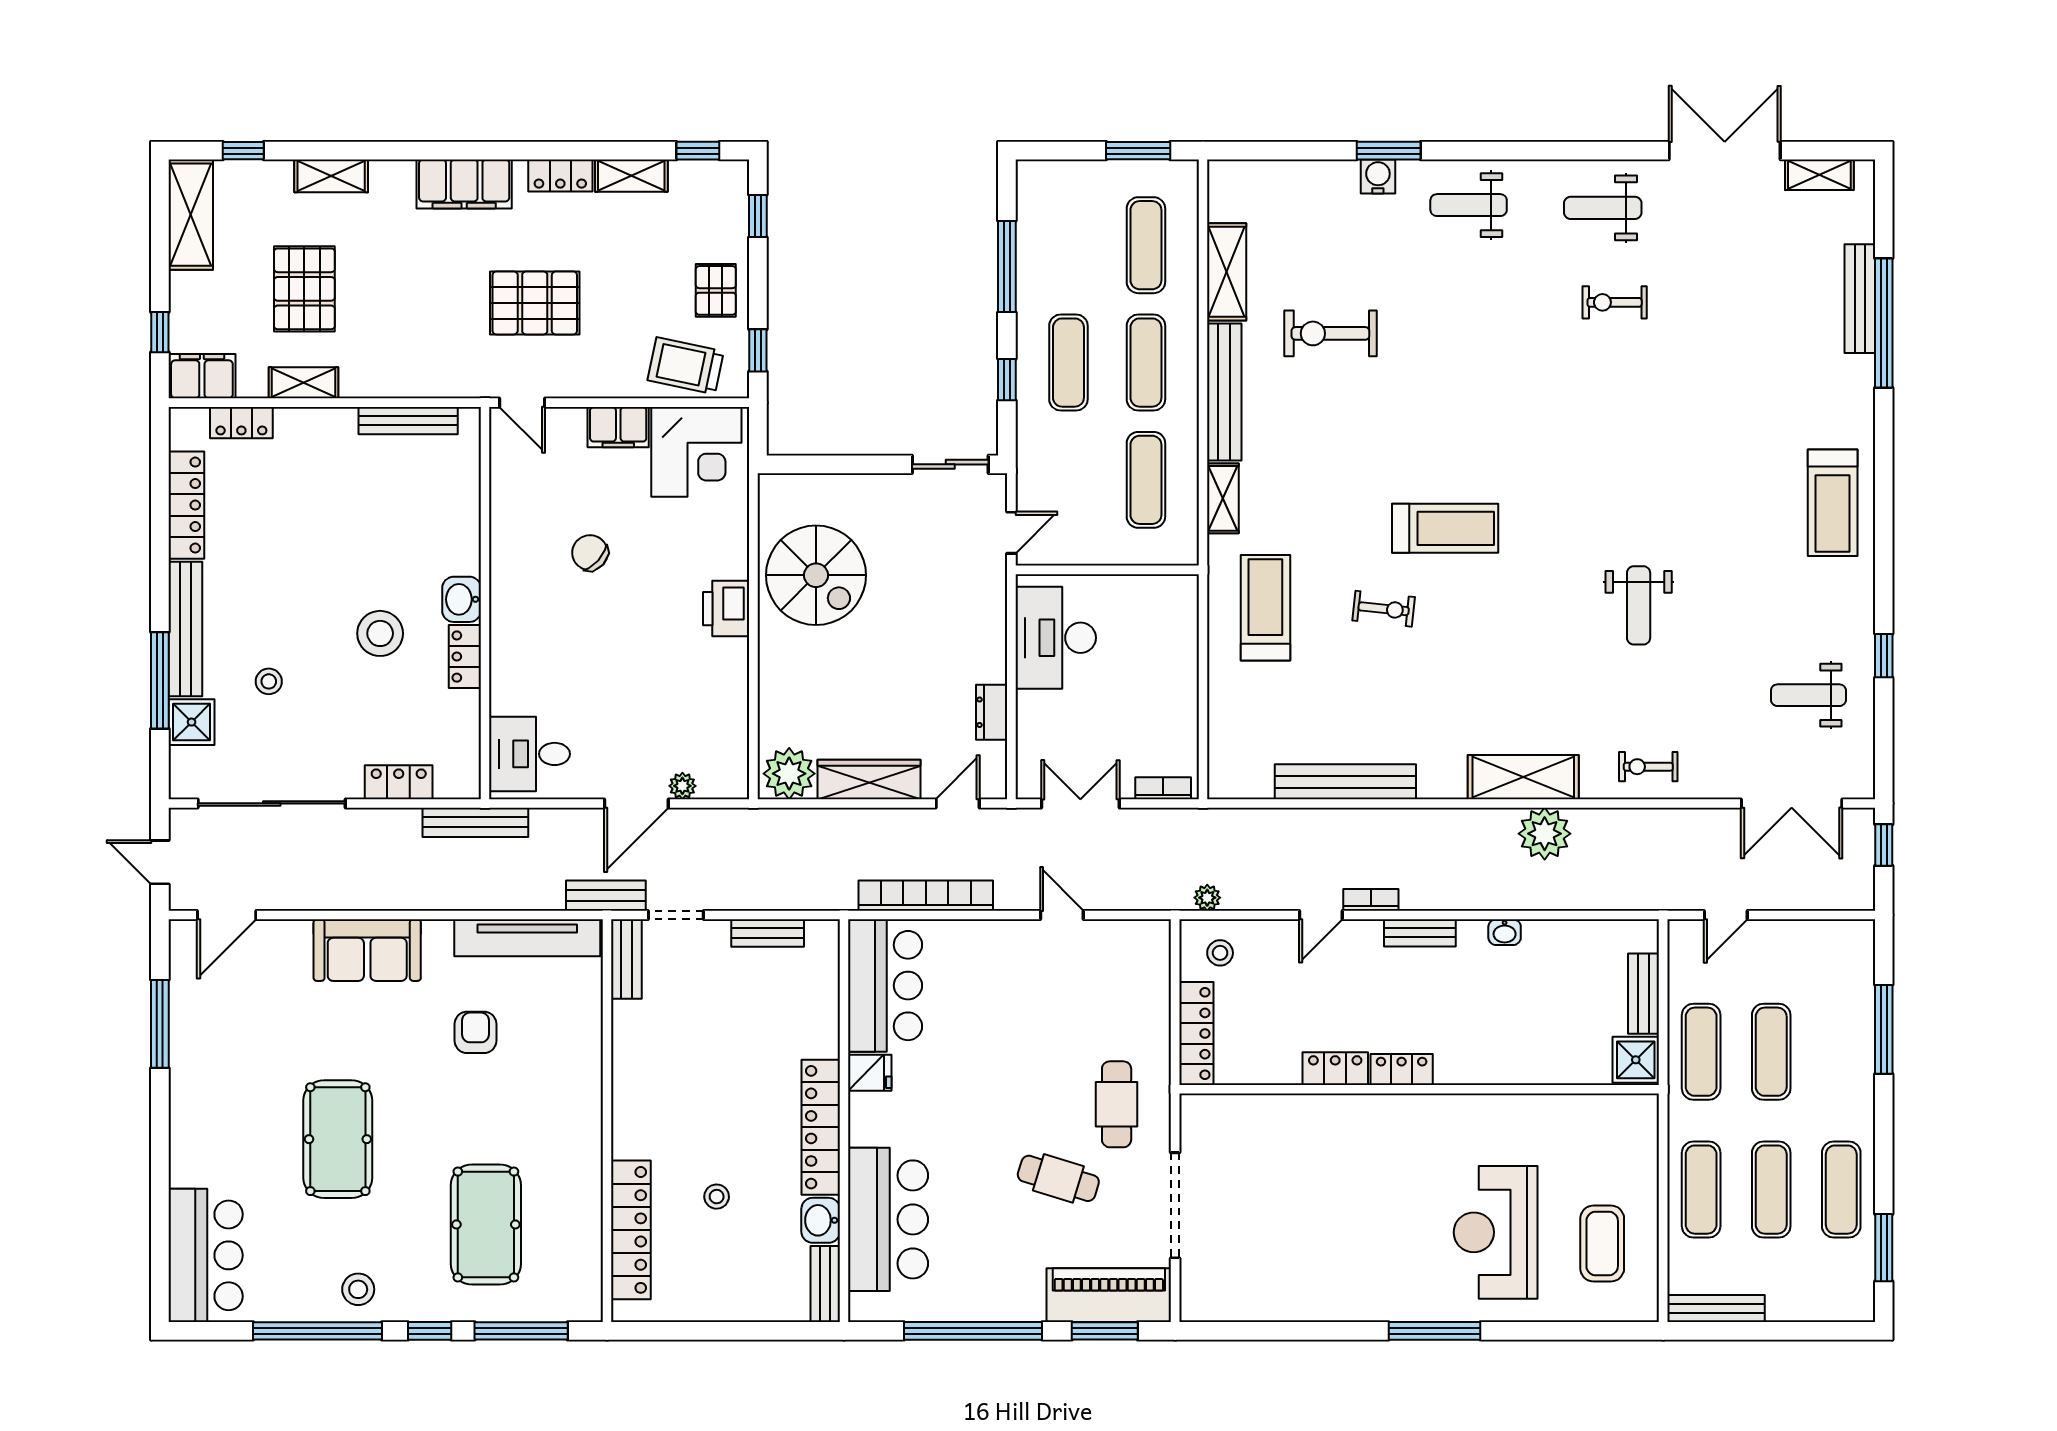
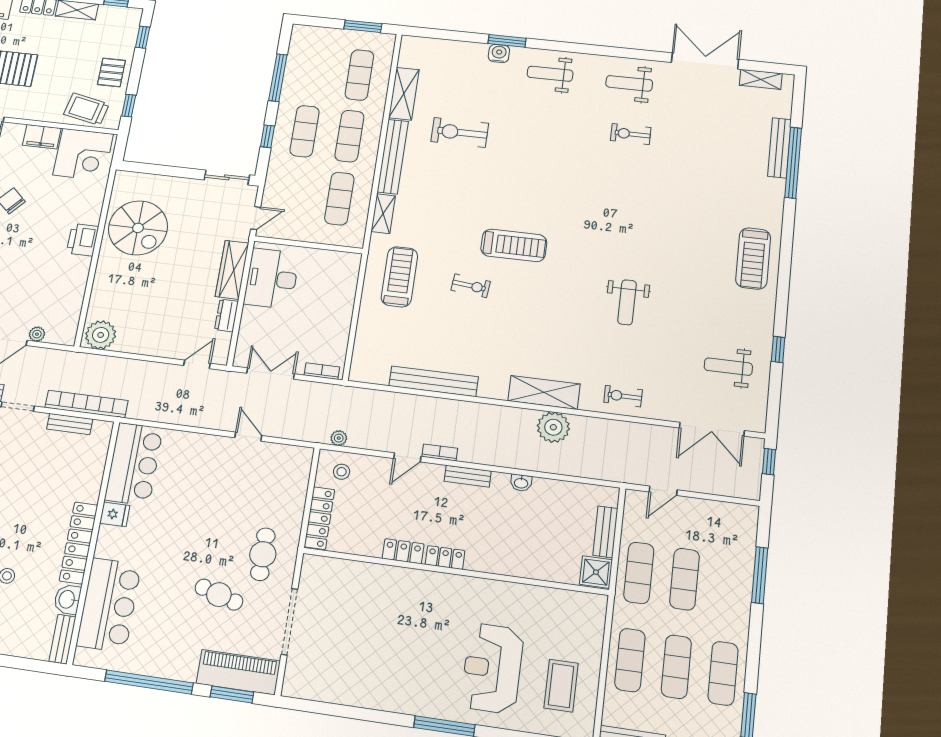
wardrobe: (869, 779) -> (232, 270), moved, turned -90
bookcase: (926, 896) -> (86, 404), moved

